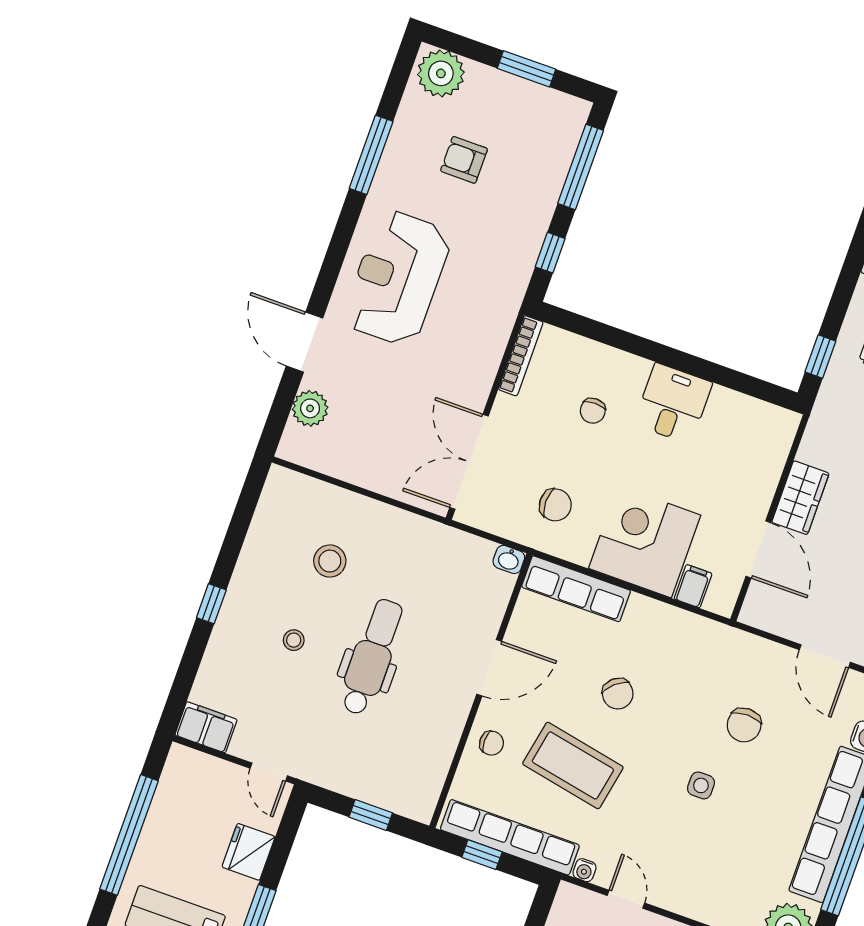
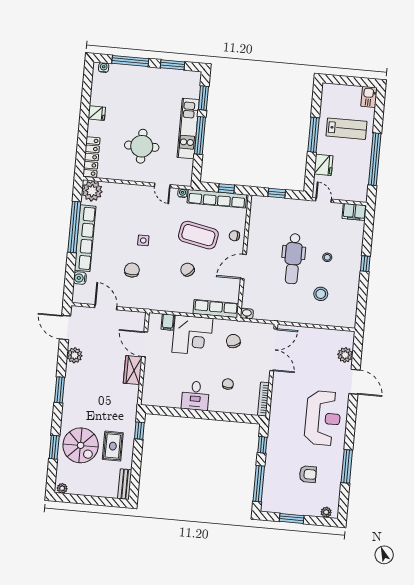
plant: (441, 73) -> (326, 512), width x0.53, depth x0.53
chair: (555, 505) -> (233, 341), turned 71

